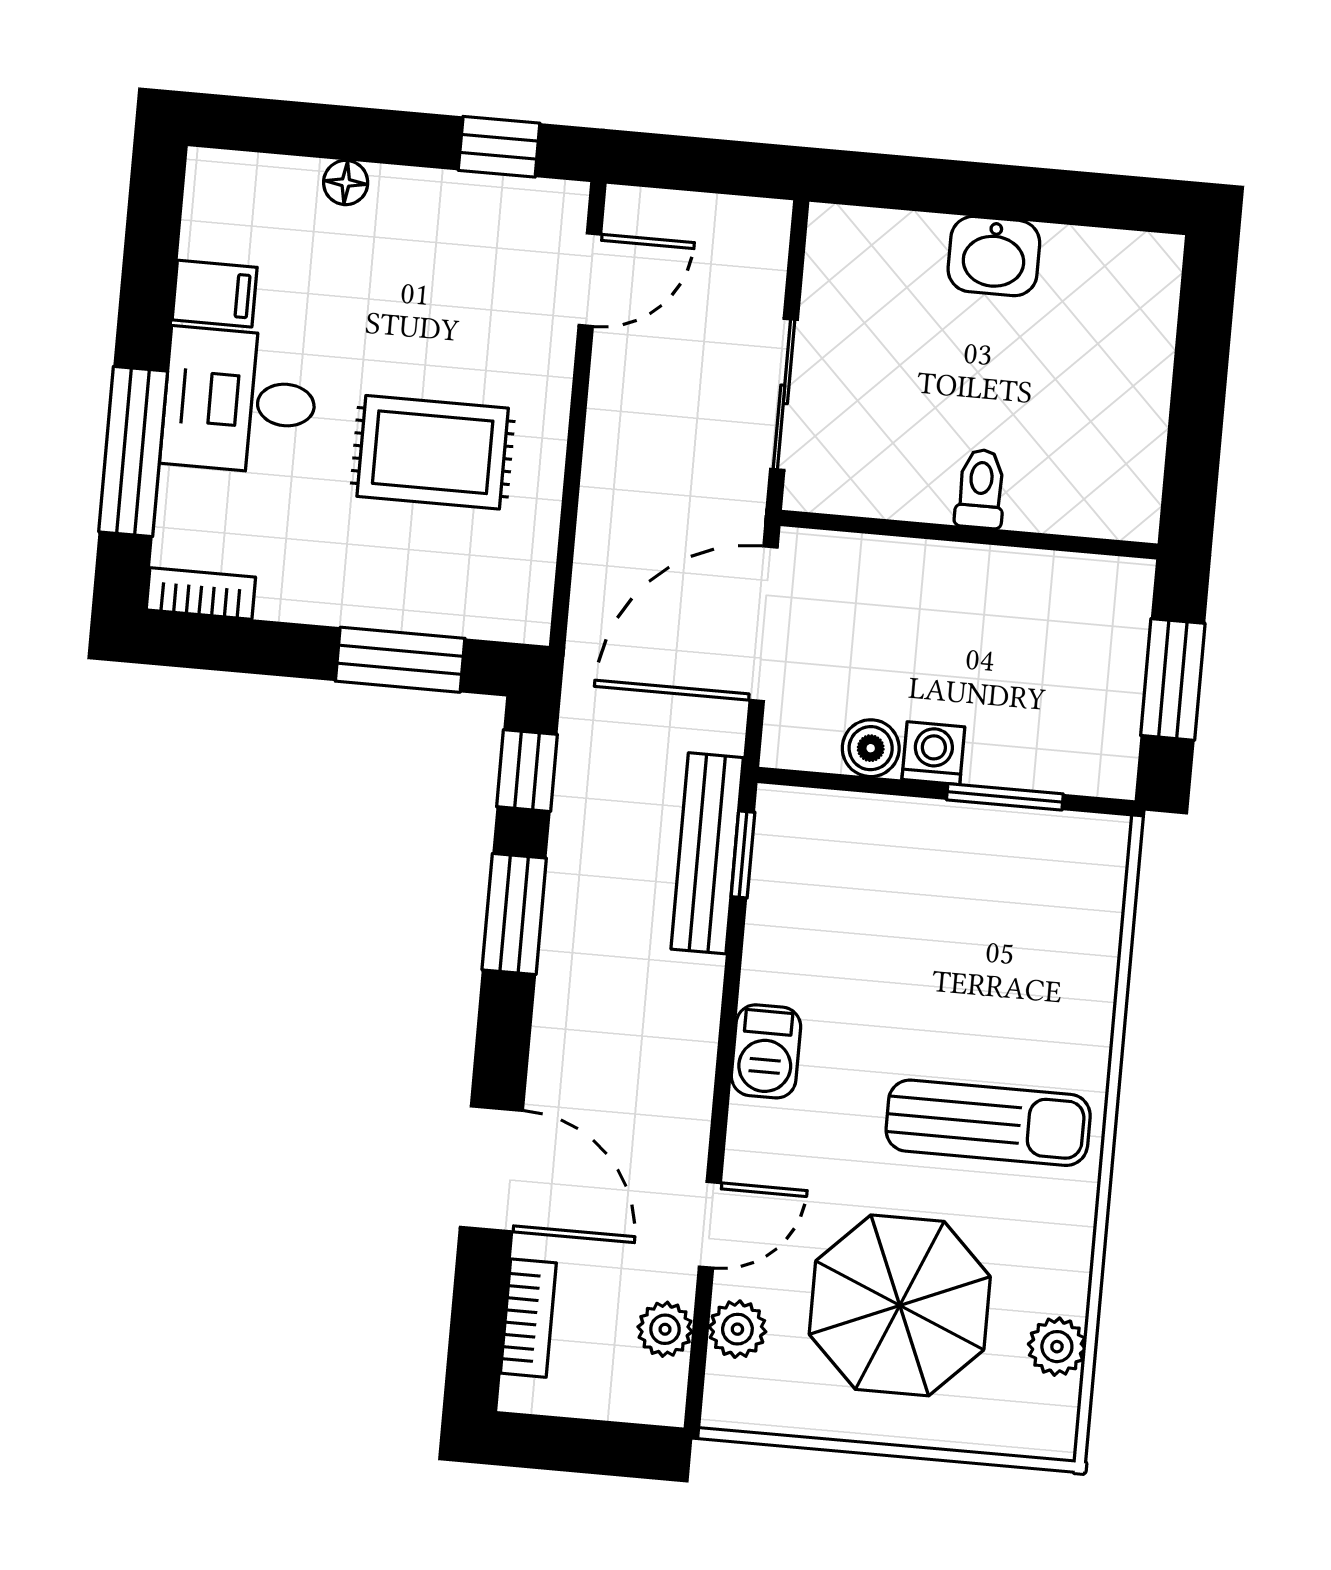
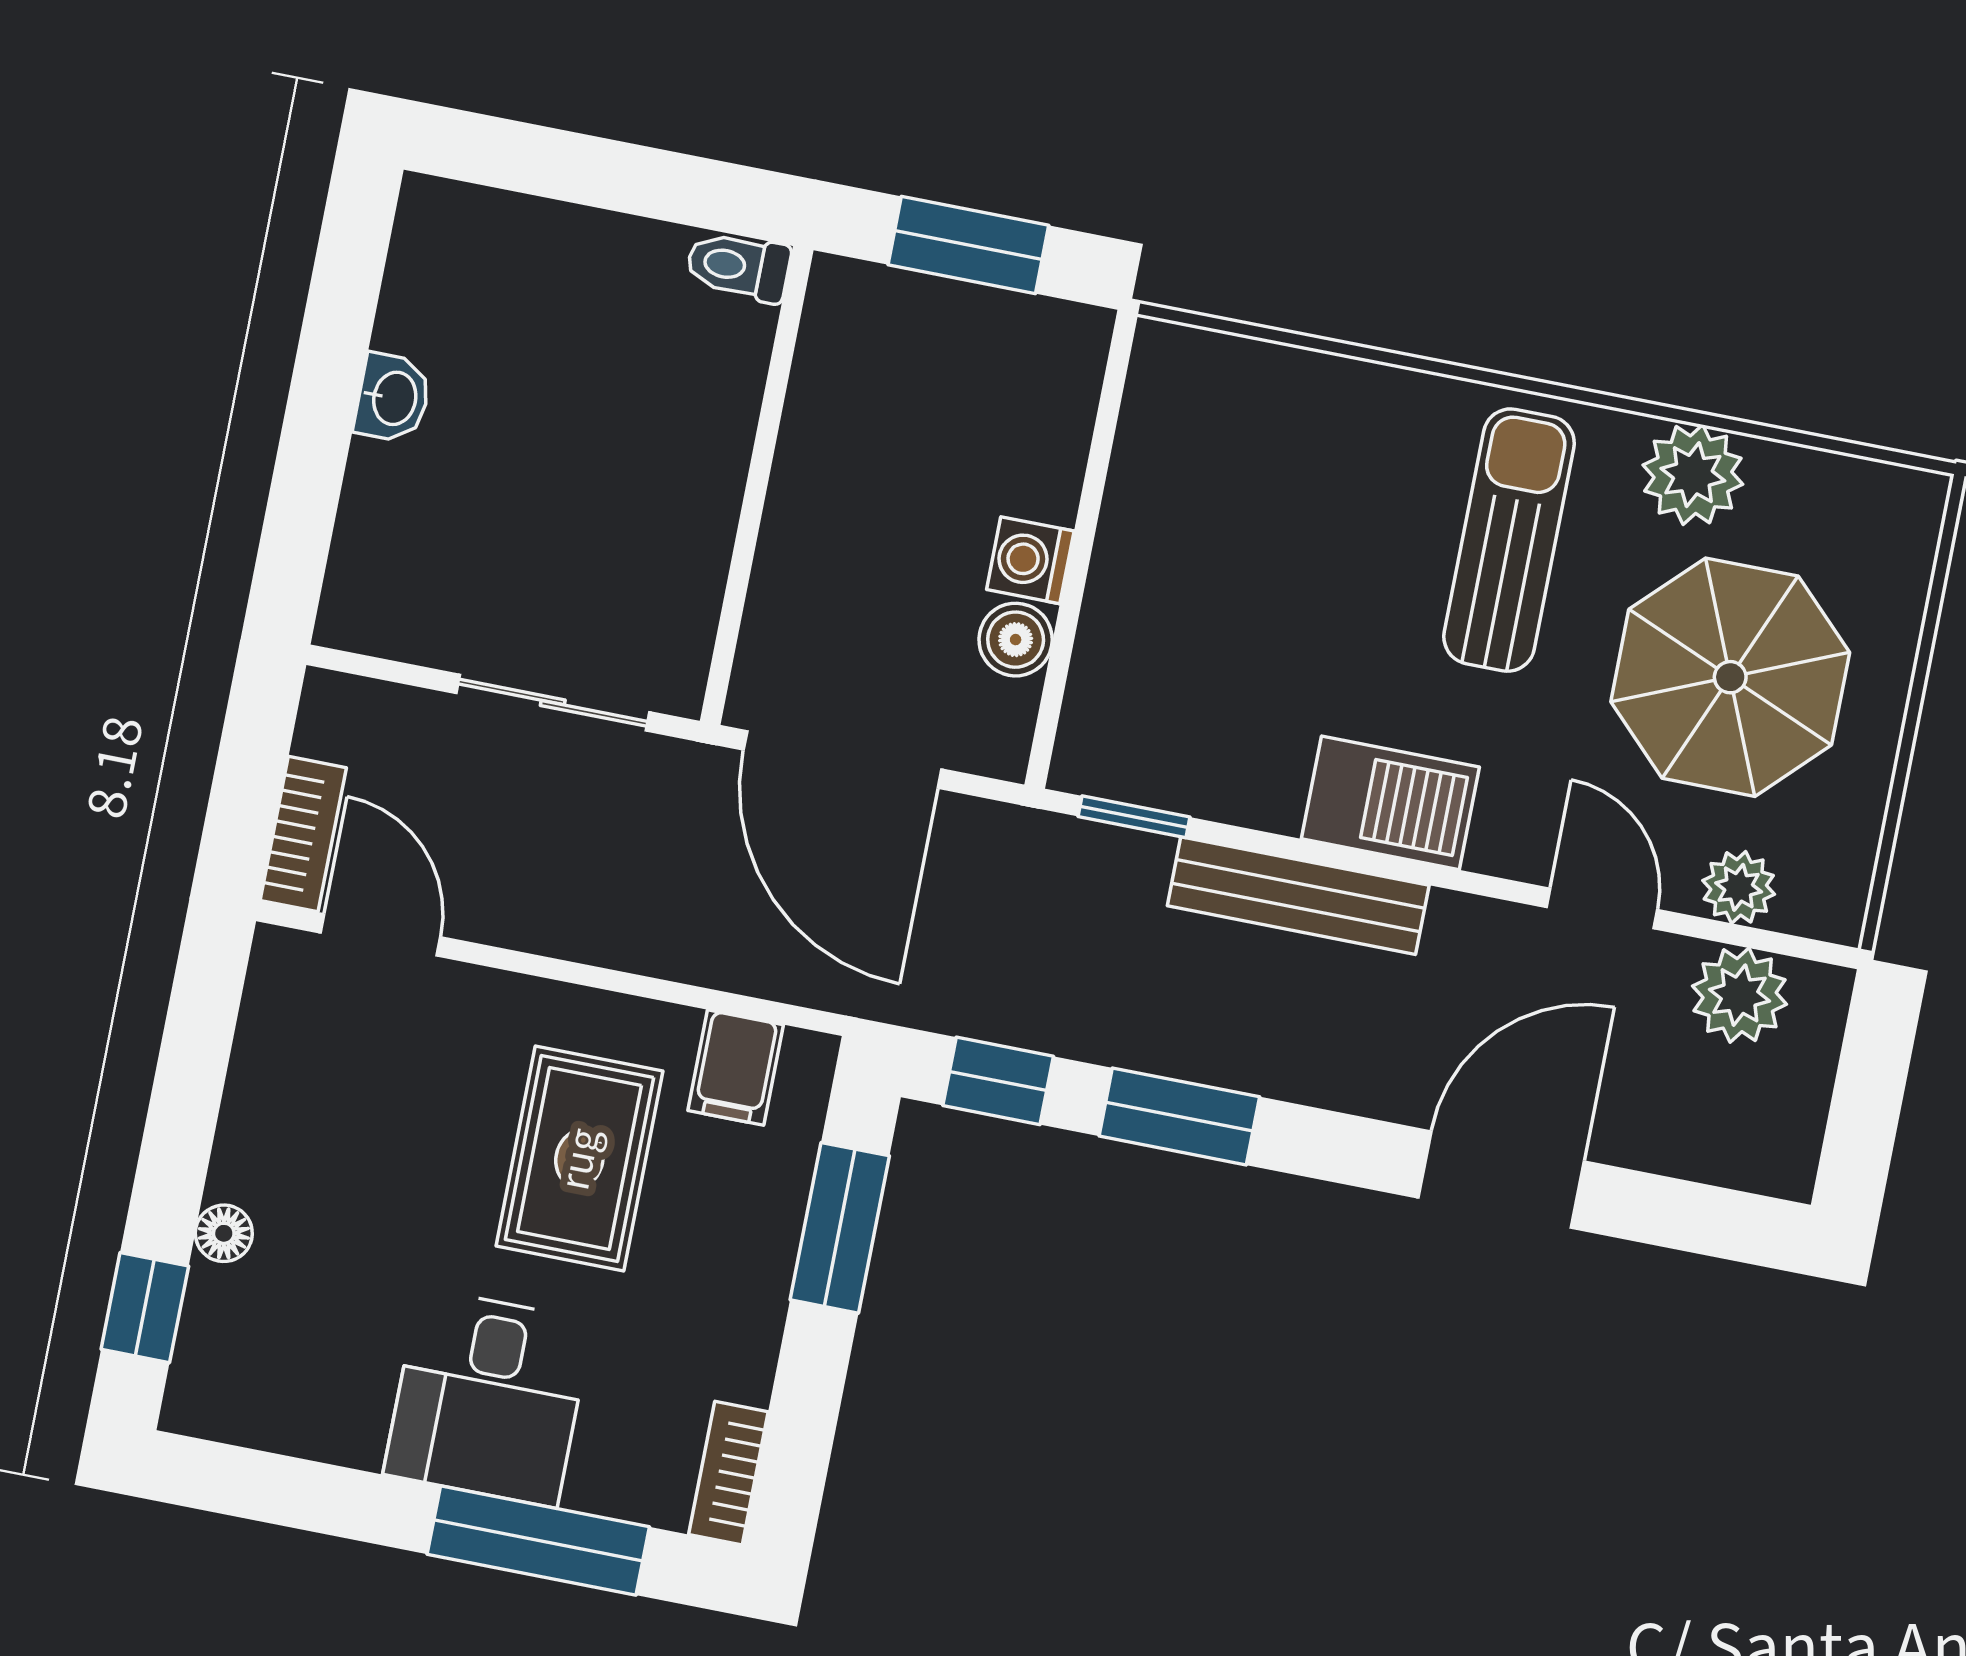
window: (499, 147) -> (145, 1308), moved
washbasin: (994, 256) -> (393, 398), width x0.72, depth x0.69
filing cabinet: (215, 294) -> (736, 1068), moved, turned 180
toilet: (981, 489) -> (738, 266), moved
window: (1005, 797) -> (1096, 475), removed
bench: (707, 853) -> (1298, 896), moved
barbecue: (766, 1051) -> (1390, 803), width x1.38, depth x1.27
bookcase: (528, 1318) -> (303, 834), moved, turned 90
plant: (665, 1329) -> (1740, 995), width x1.38, depth x1.38
plant: (1057, 1347) -> (1693, 475), moved, width x1.38, depth x1.38

